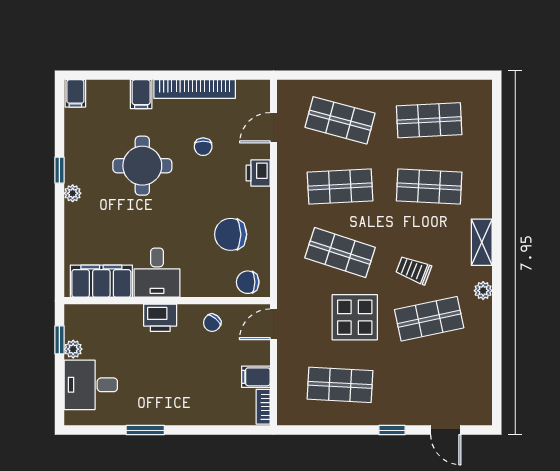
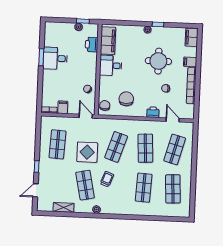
filing cabinet: (75, 93) -> (191, 37), width x2.00
shelving: (482, 242) -> (64, 207), moved
printer: (160, 318) -> (92, 44), moved
desk: (91, 385) -> (55, 58), moved, turned -90

